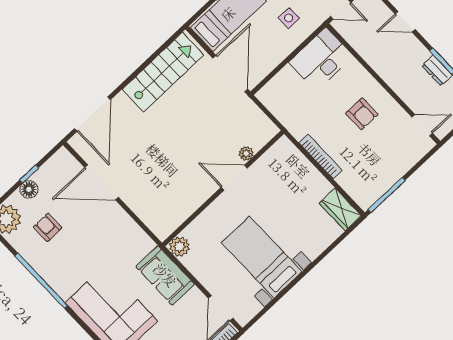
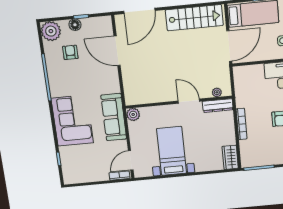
plant: (246, 153) -> (217, 92), moved
dresser: (274, 156) -> (218, 106), added
sofa: (165, 275) -> (114, 117), width x1.36

